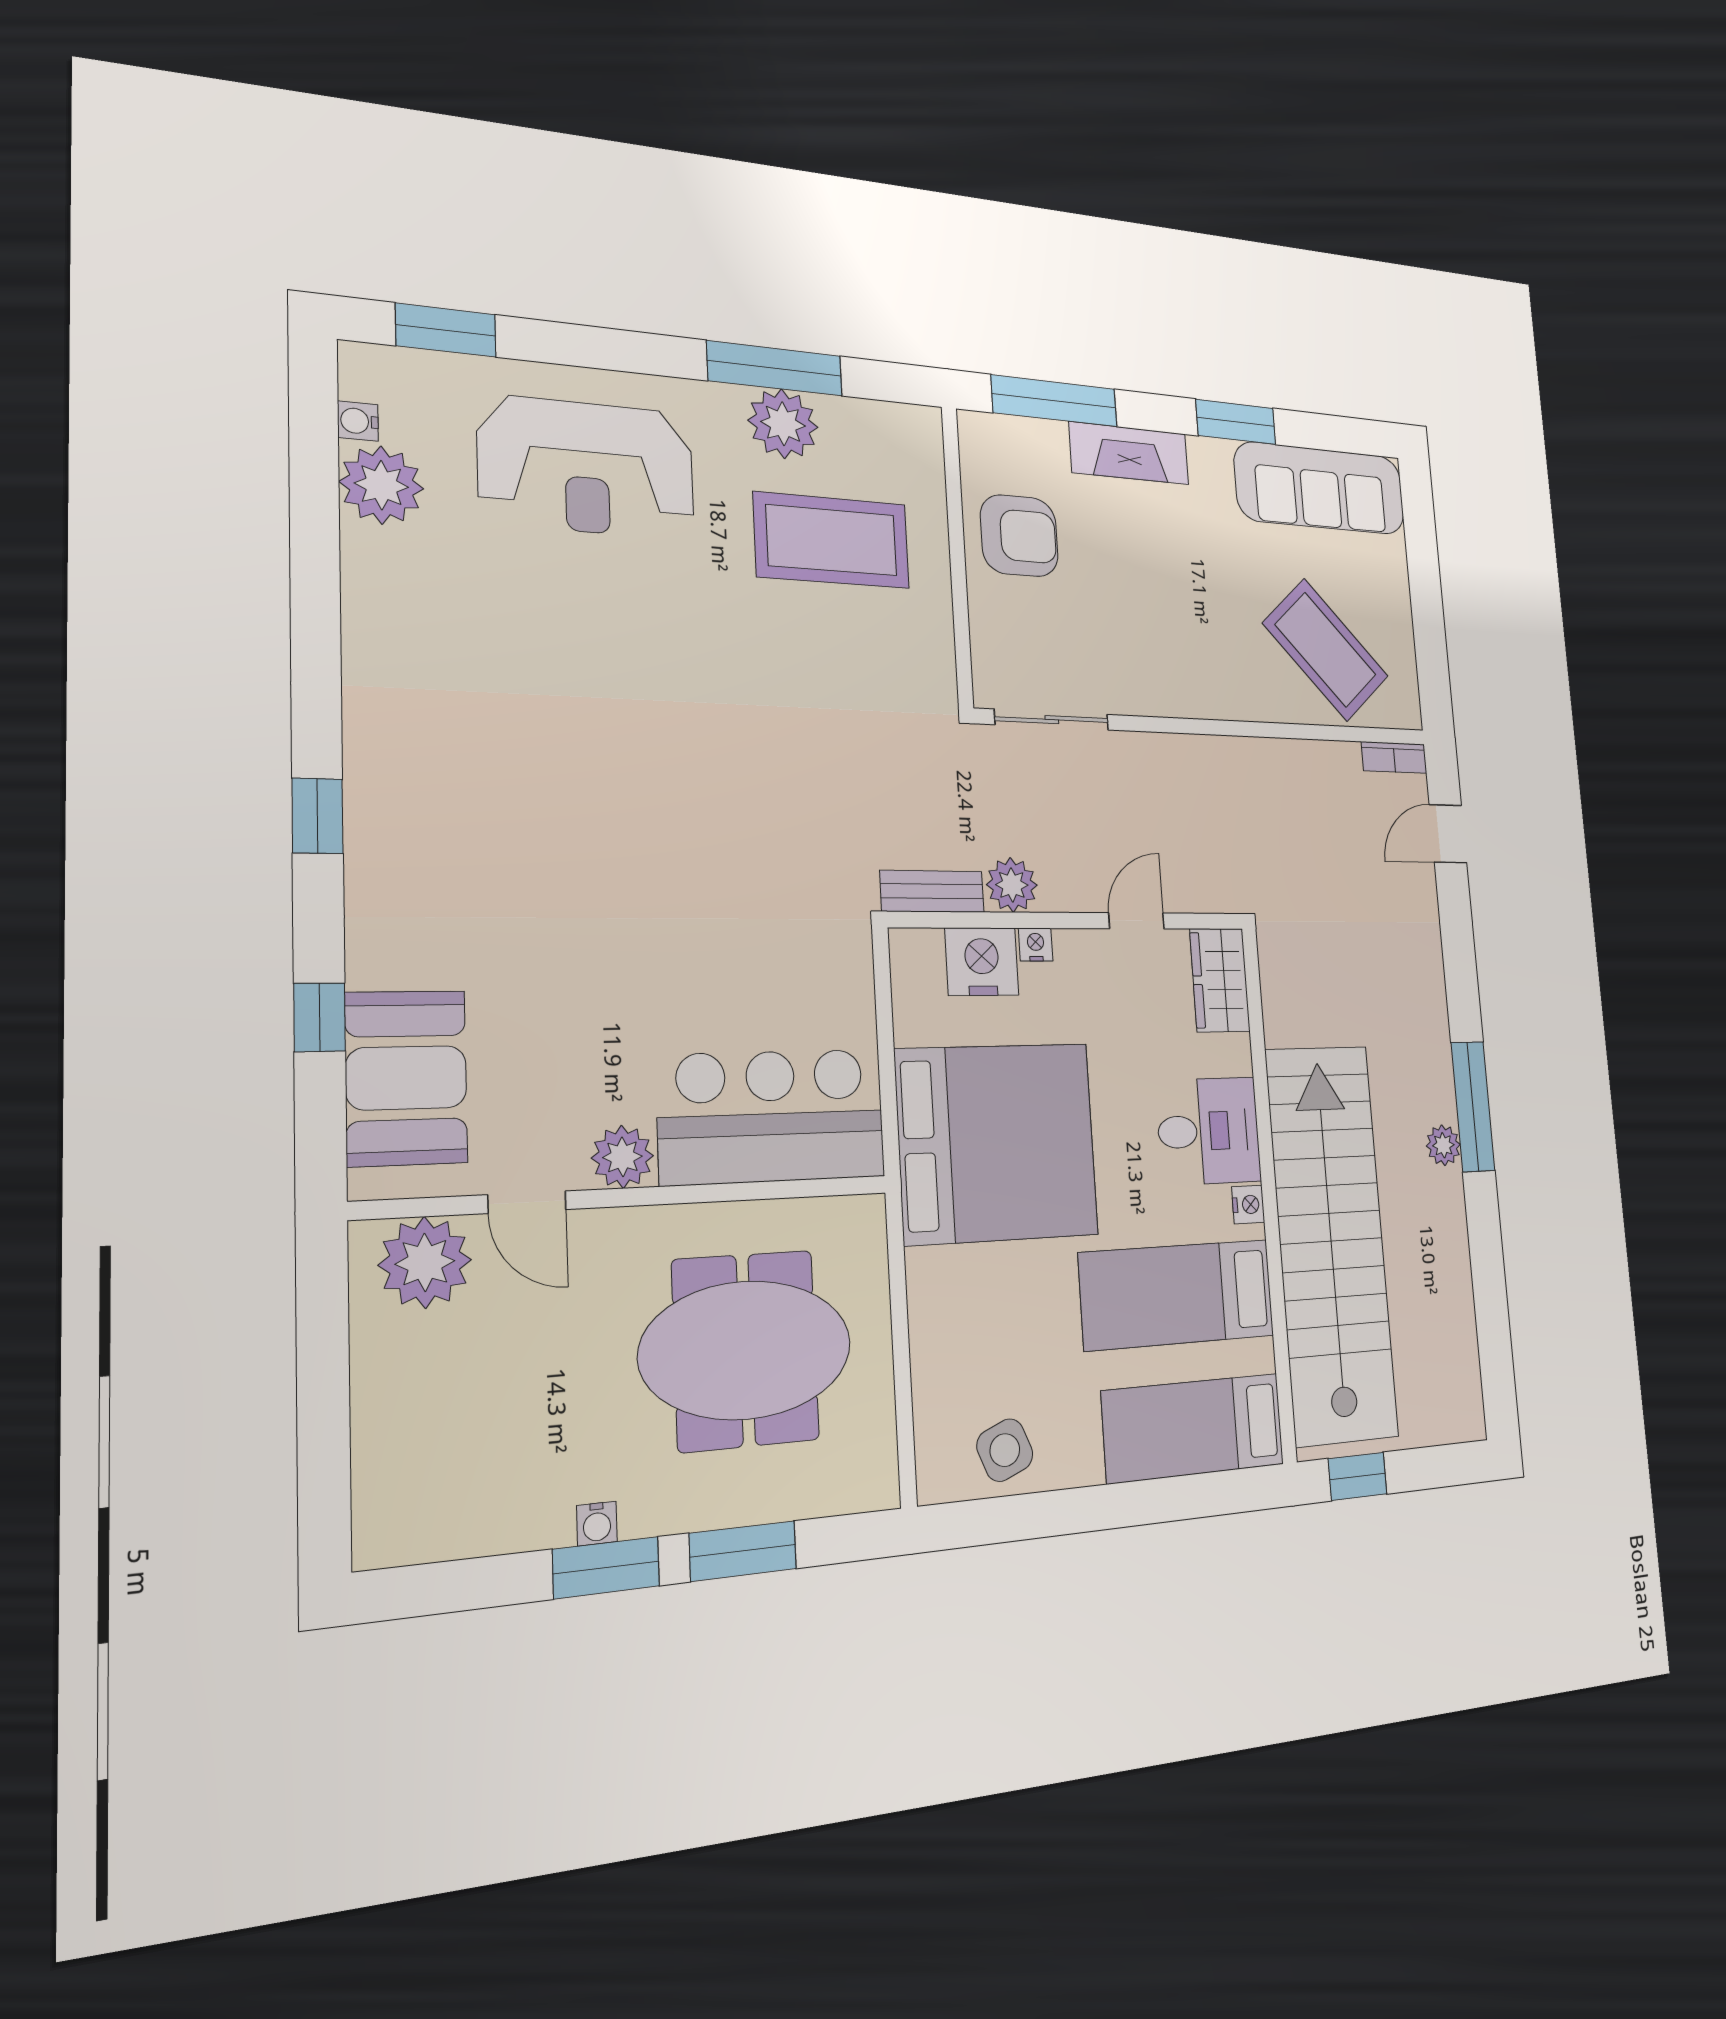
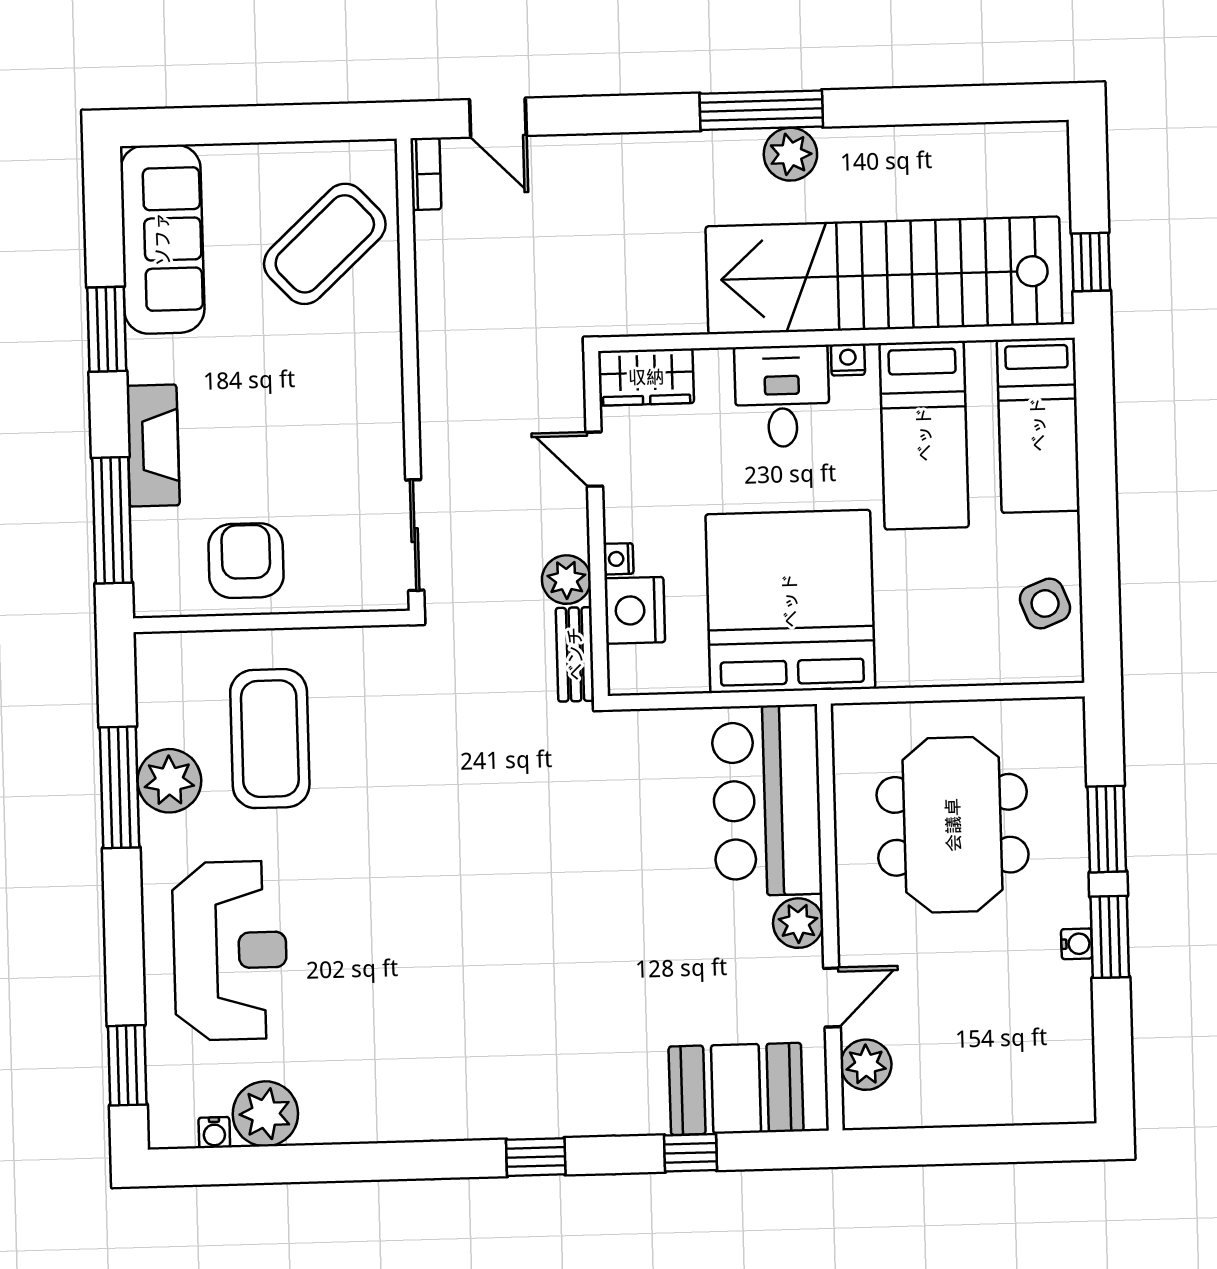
plant: (1443, 1145) -> (790, 154), width x1.38, depth x1.38
plant: (425, 1262) -> (866, 1065), width x0.73, depth x0.73

